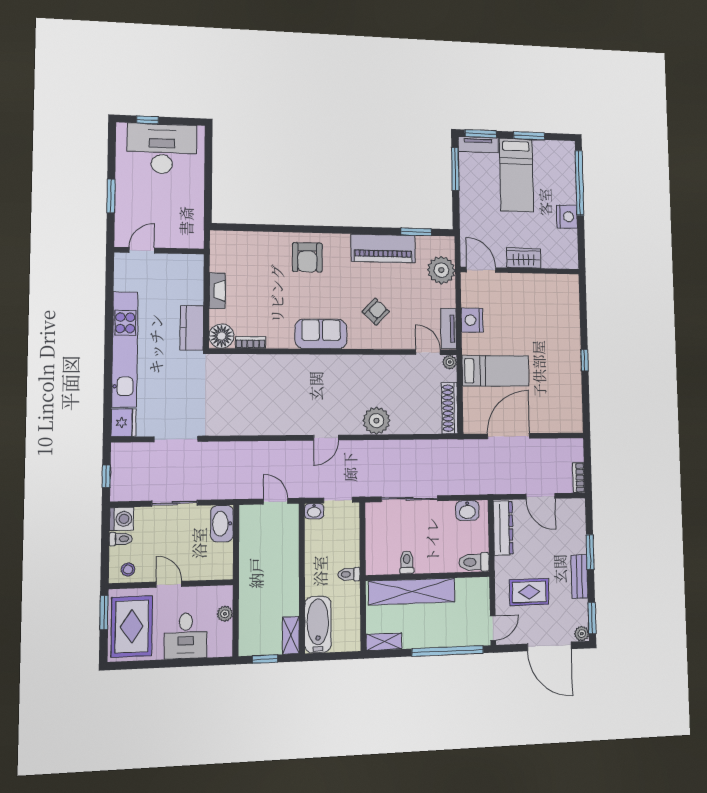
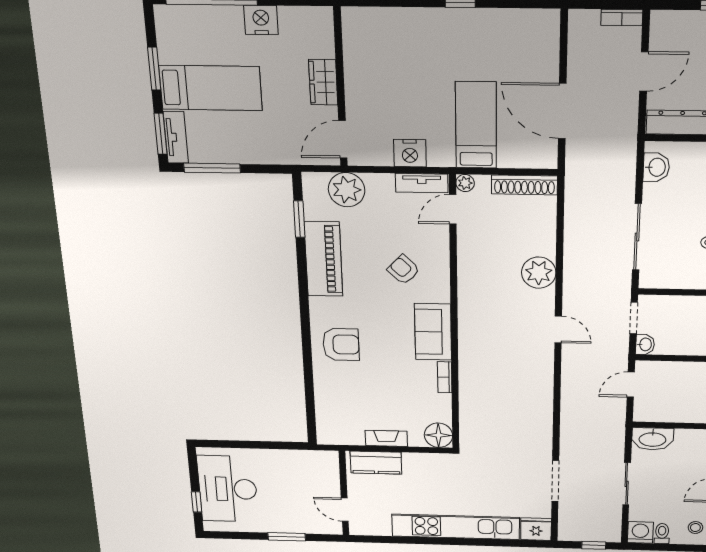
kitchen counter: (192, 328) -> (376, 463), moved
bookcase: (250, 342) -> (445, 377), moved

